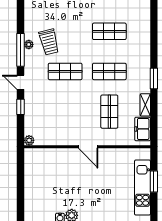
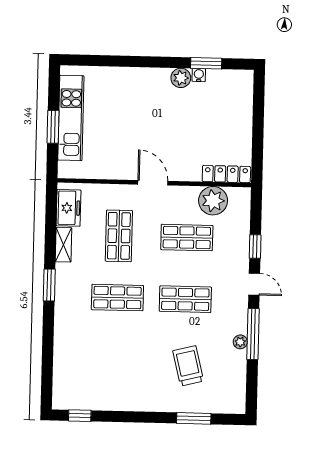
shop shelf: (109, 31) -> (187, 238), moved
trolley: (49, 42) -> (188, 366), moved
plant: (29, 140) -> (213, 201), moved, width x1.88, depth x1.88
locker: (40, 154) -> (226, 174), added

